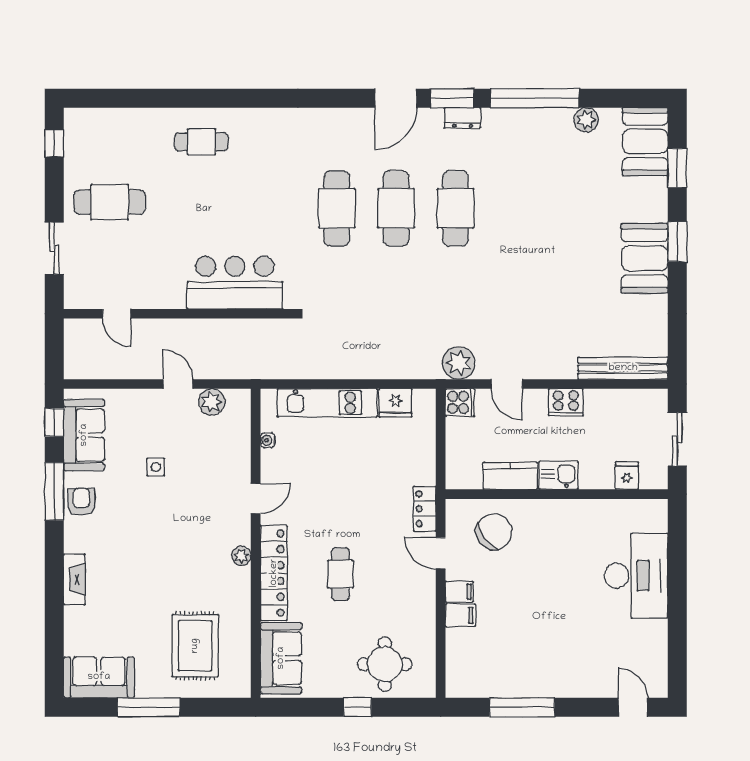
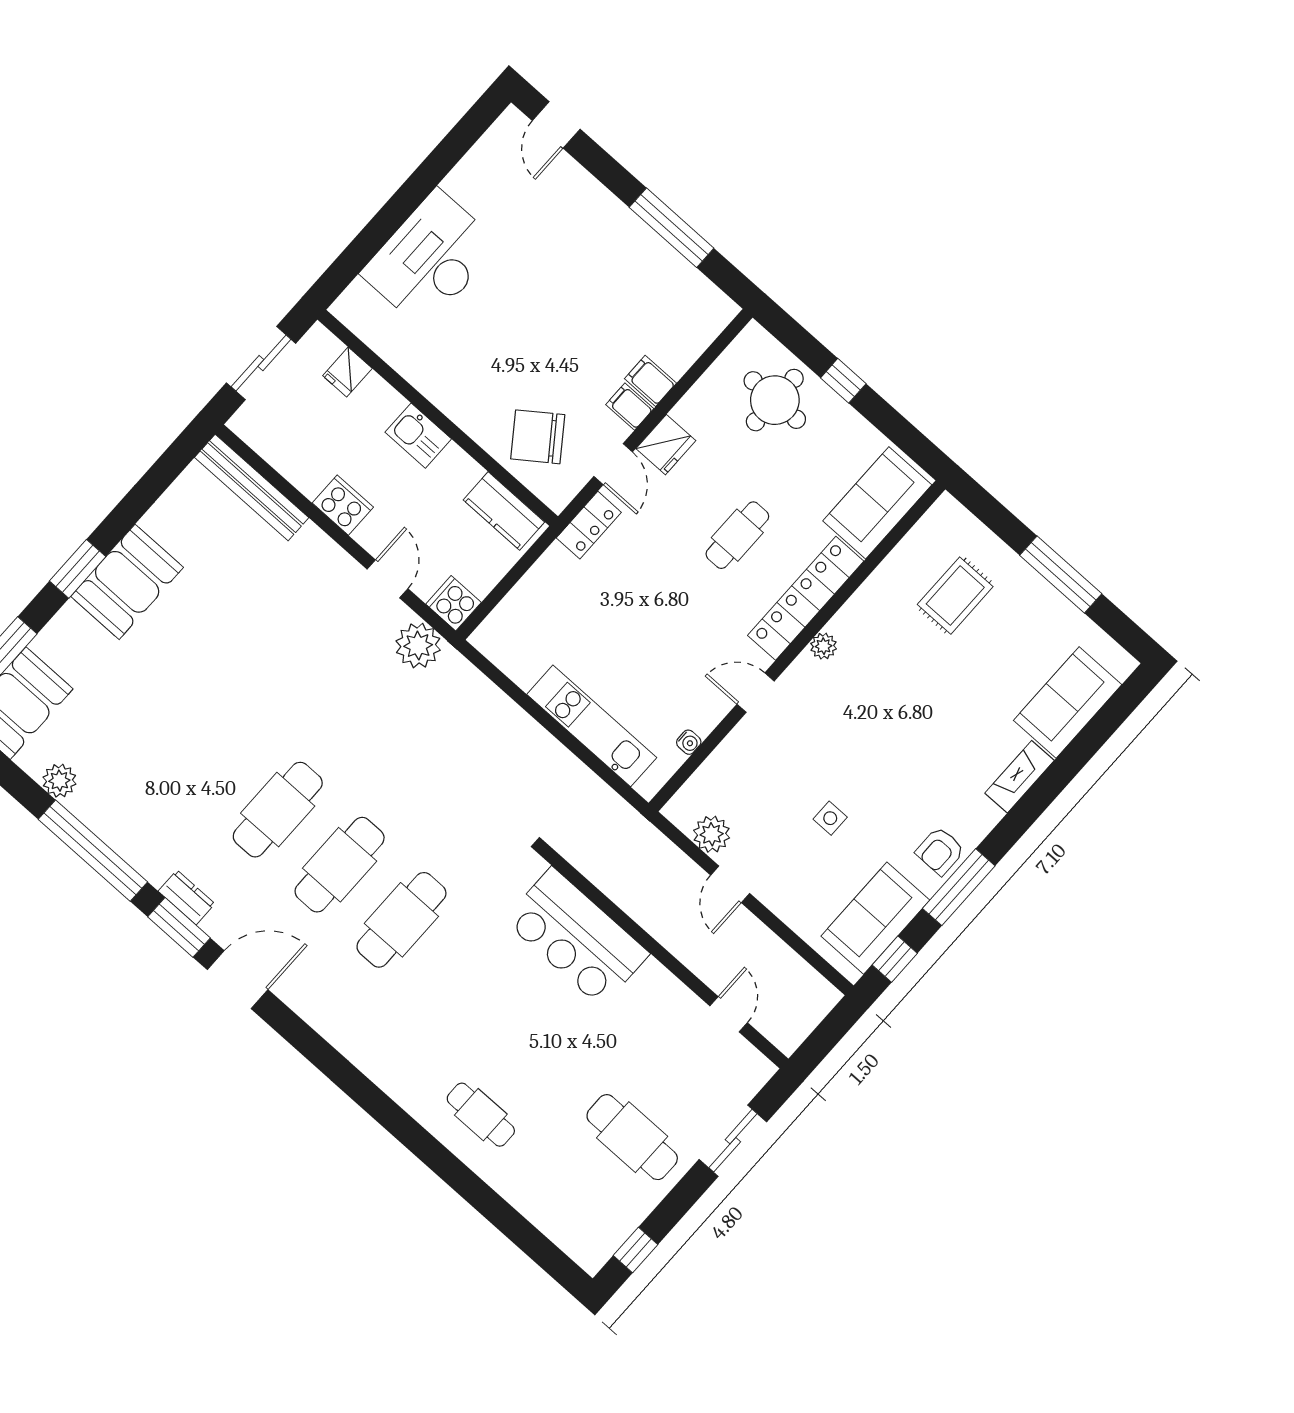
fridge: (396, 403) -> (666, 445), moved, turned 90
kitchen counter: (510, 476) -> (504, 511), moved
rug: (195, 646) -> (955, 596), width x0.73, depth x0.70
sofa: (99, 677) -> (1068, 702), moved, turned 90

